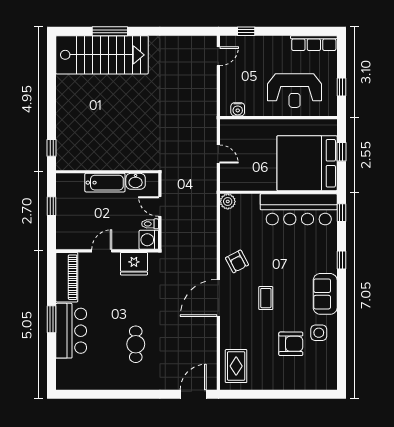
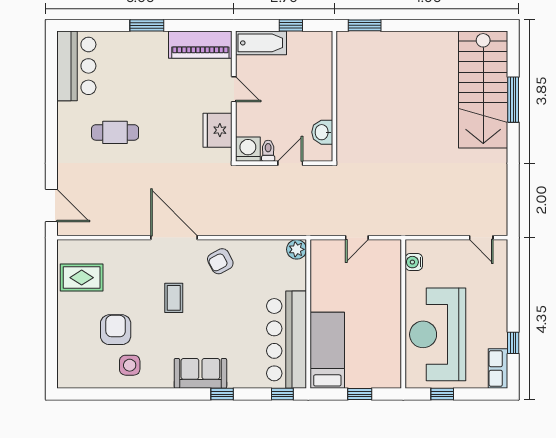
window: (246, 31) -> (513, 343), moved
row of seats: (314, 43) -> (498, 369), width x0.68
reception desk: (295, 91) -> (438, 334), width x1.36, depth x1.30
window: (52, 148) -> (365, 25), width x1.50
bed: (307, 163) -> (327, 350), width x0.49
bathtub: (105, 183) -> (261, 43), moved, turned -90
sofa: (325, 294) -> (200, 373), moved
coffee table: (266, 298) -> (174, 298), turned 90
bar counter: (71, 331) -> (76, 66), moved, turned -90
armchair: (291, 344) -> (116, 330), turned 180
rug: (236, 366) -> (82, 278), moved

